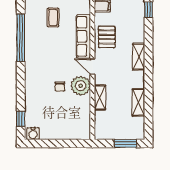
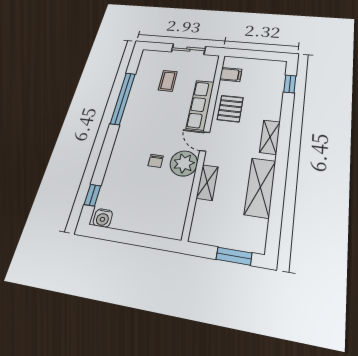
shelving: (138, 102) -> (260, 187), width x1.50, depth x1.33

